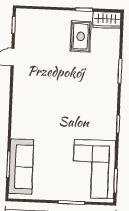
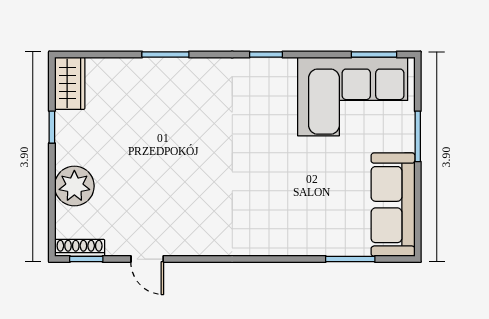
plant: (53, 20) -> (74, 186), added
shoe rack: (20, 22) -> (80, 248), added
rug: (81, 36) -> (103, 132), removed
sofa: (21, 167) -> (393, 205), moved, turned -90

